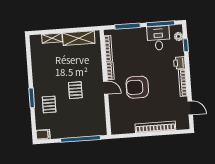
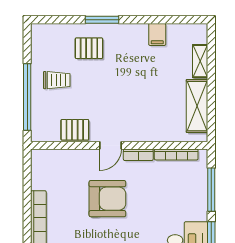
armchair: (137, 87) -> (107, 199), turned 90
pallet: (75, 90) -> (75, 130), moved
trolley: (69, 122) -> (57, 80), added
filing cabinet: (43, 135) -> (157, 34), moved

